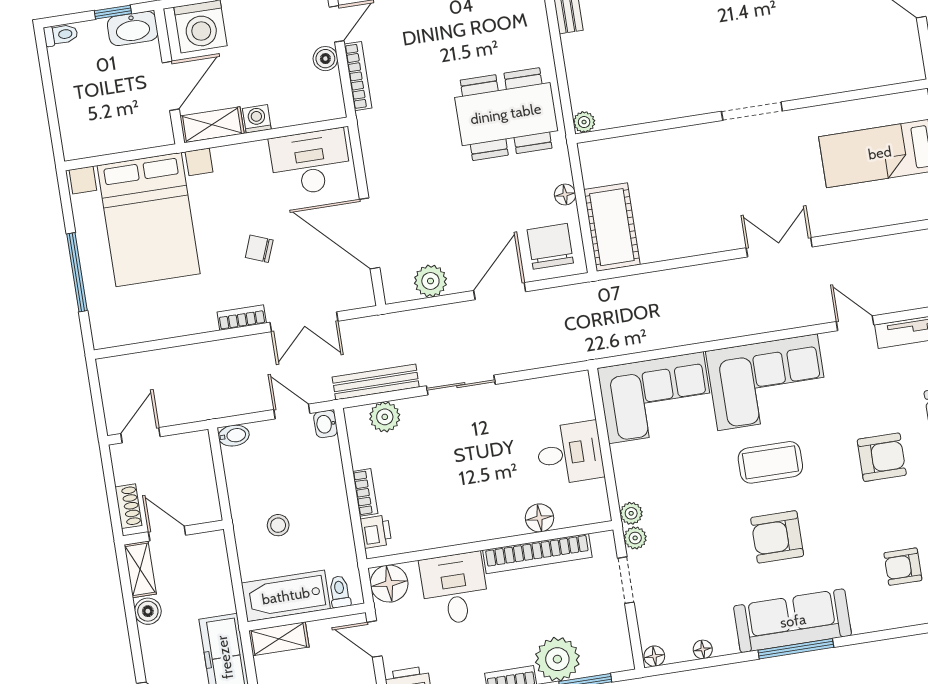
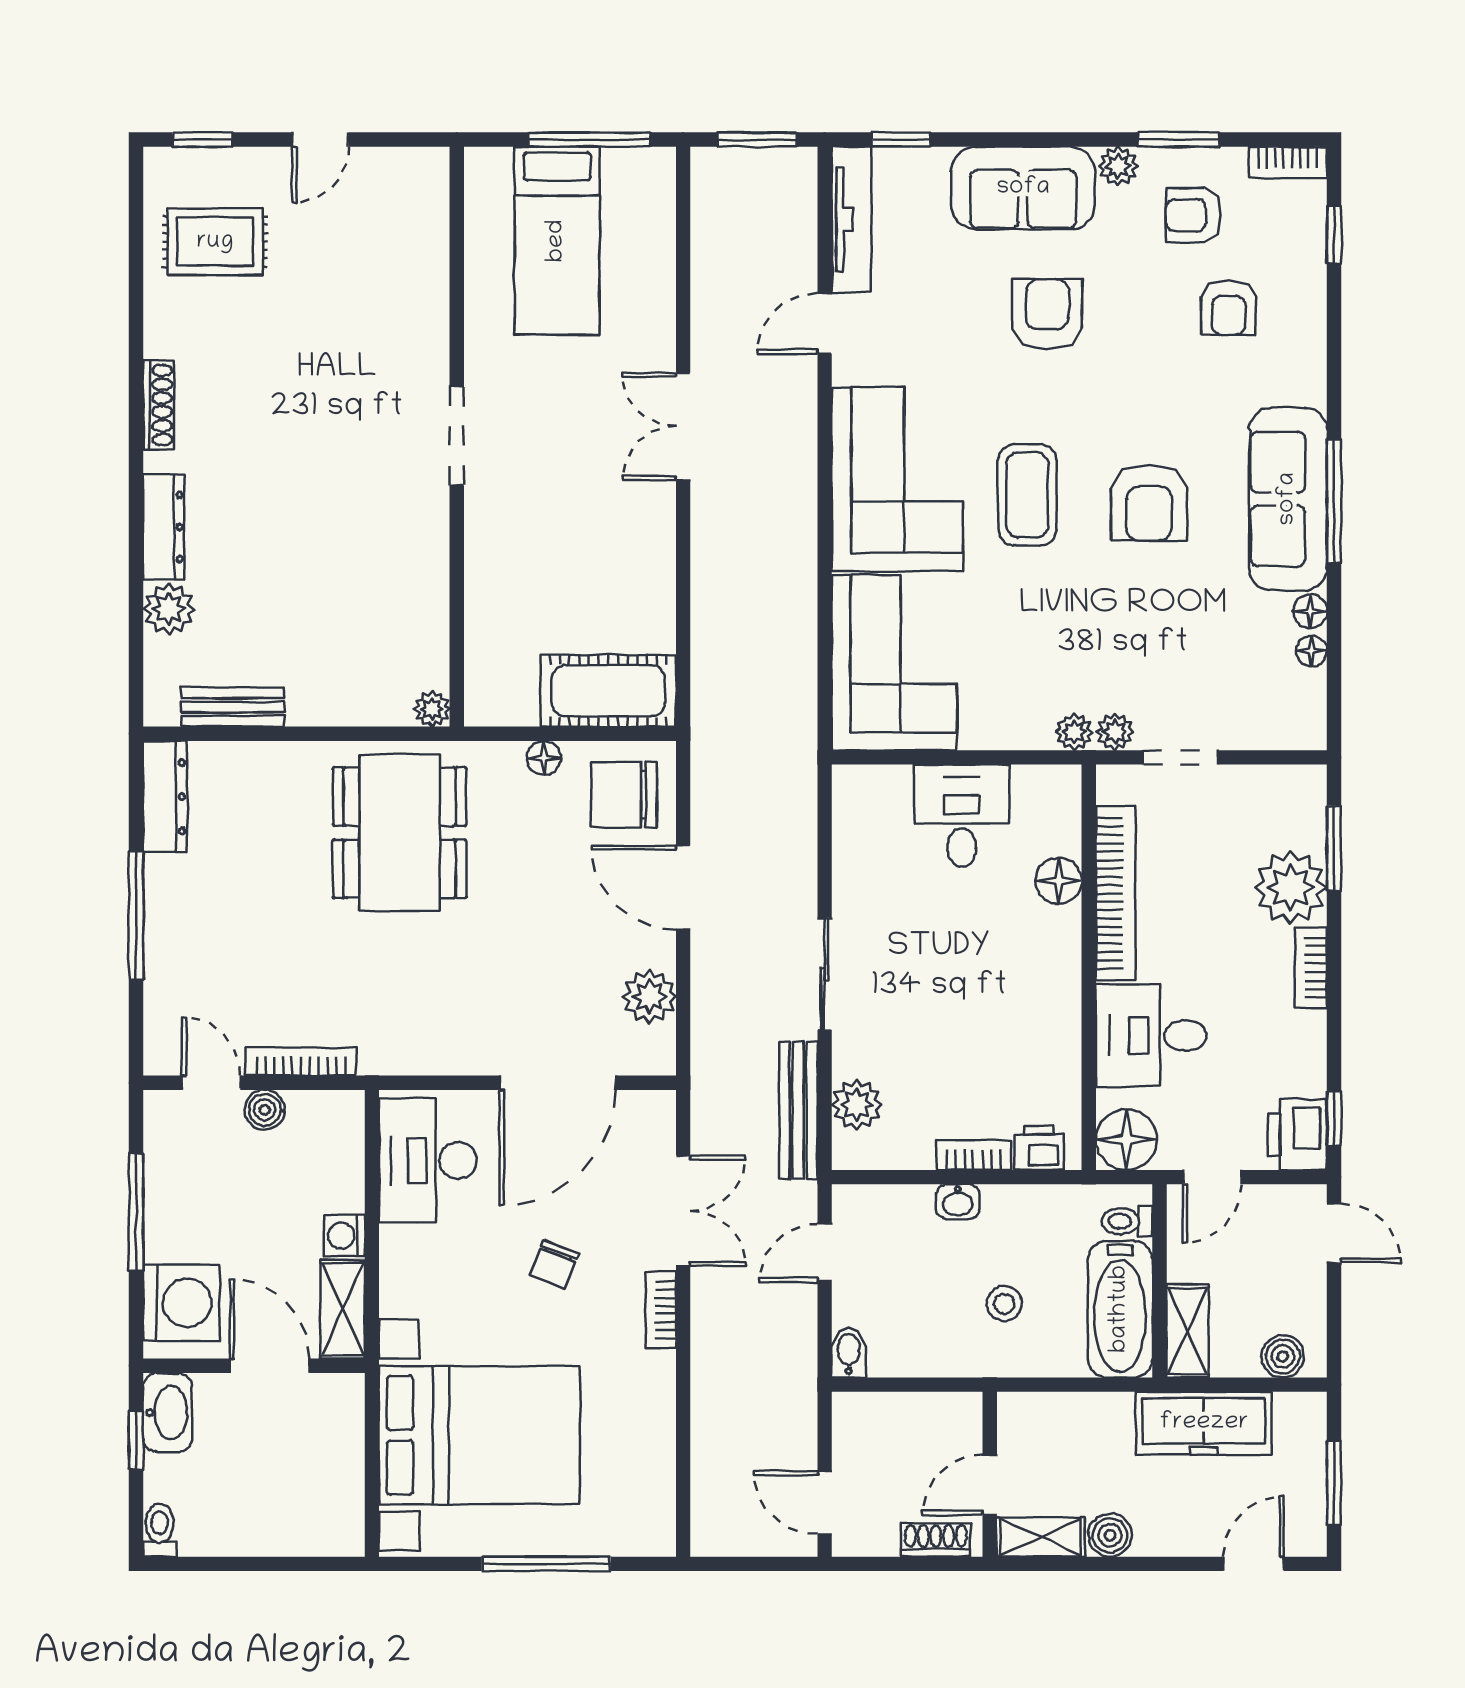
washbasin: (326, 424) -> (958, 1202), moved
floor lamp: (654, 656) -> (1310, 611), moved

